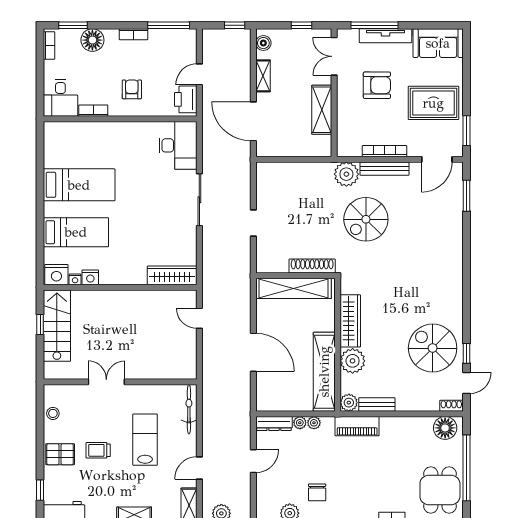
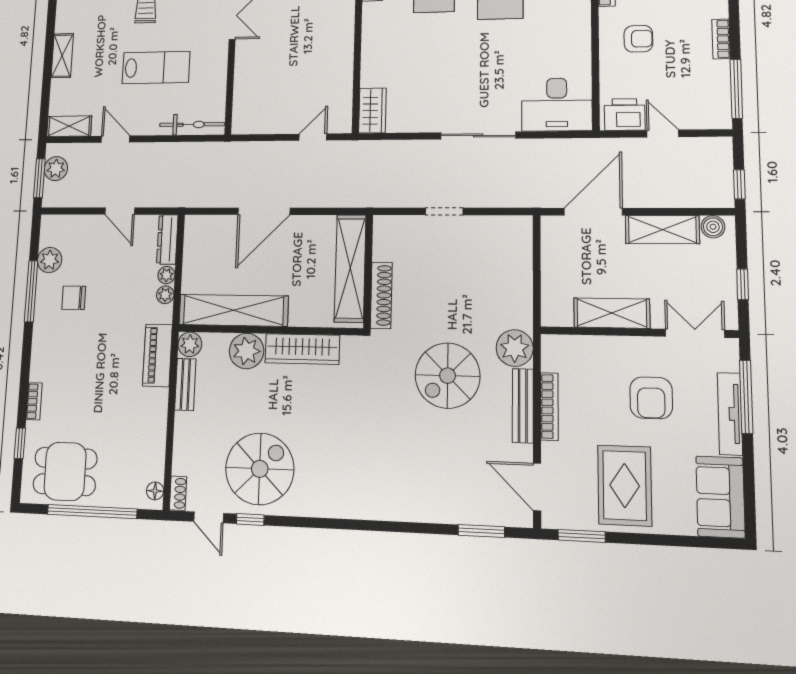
shelving: (263, 76) -> (662, 230), width x1.50, depth x1.33
spiral stairs: (366, 219) -> (448, 376), turned -90
wardrobe: (172, 275) -> (372, 111), width x0.67
floor lamp: (445, 428) -> (155, 491), width x0.53, depth x0.53

